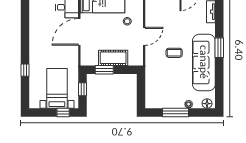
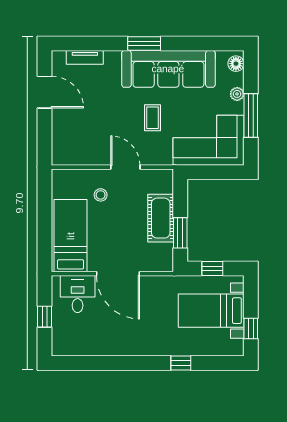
corner sofa: (160, 87) -> (209, 140), added
window: (63, 113) -> (251, 329), moved

